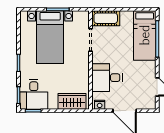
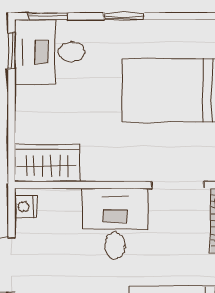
desk: (107, 78) -> (115, 224), moved
wardrobe: (72, 101) -> (47, 163), moved, turned -90

